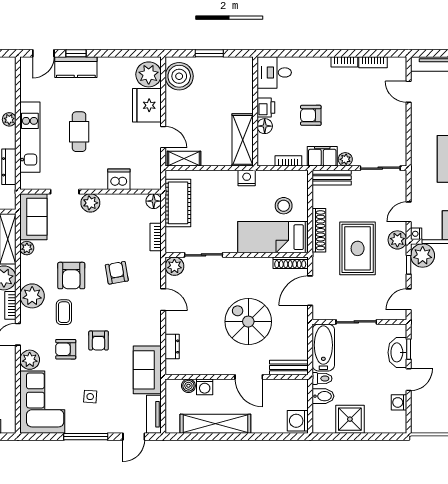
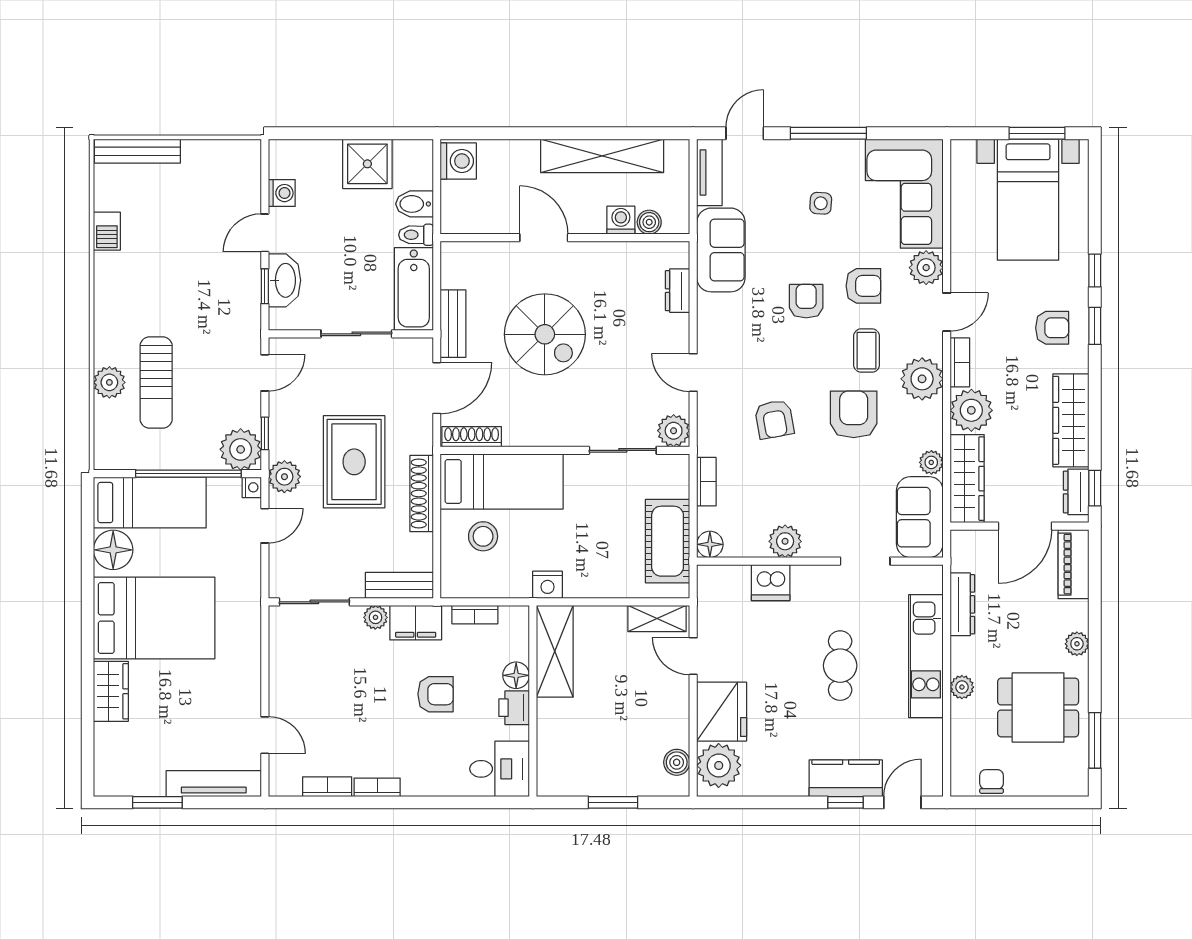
boiler: (179, 76) -> (677, 762), width x0.54, depth x0.54
plant: (90, 203) -> (785, 541), moved
bench: (289, 367) -> (453, 324), moved, turned 90

